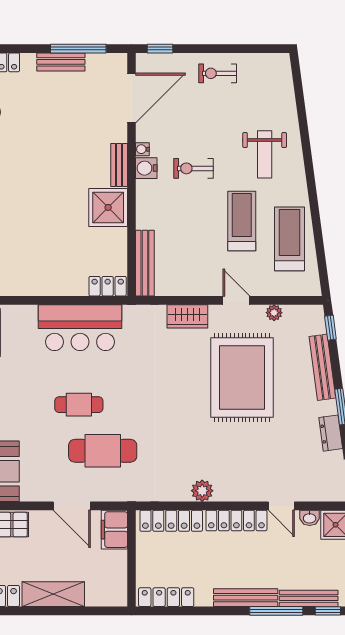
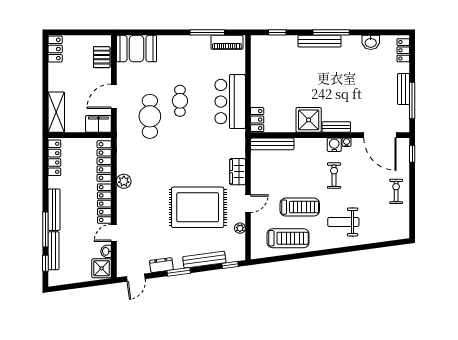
shelving: (53, 594) -> (56, 112), moved

